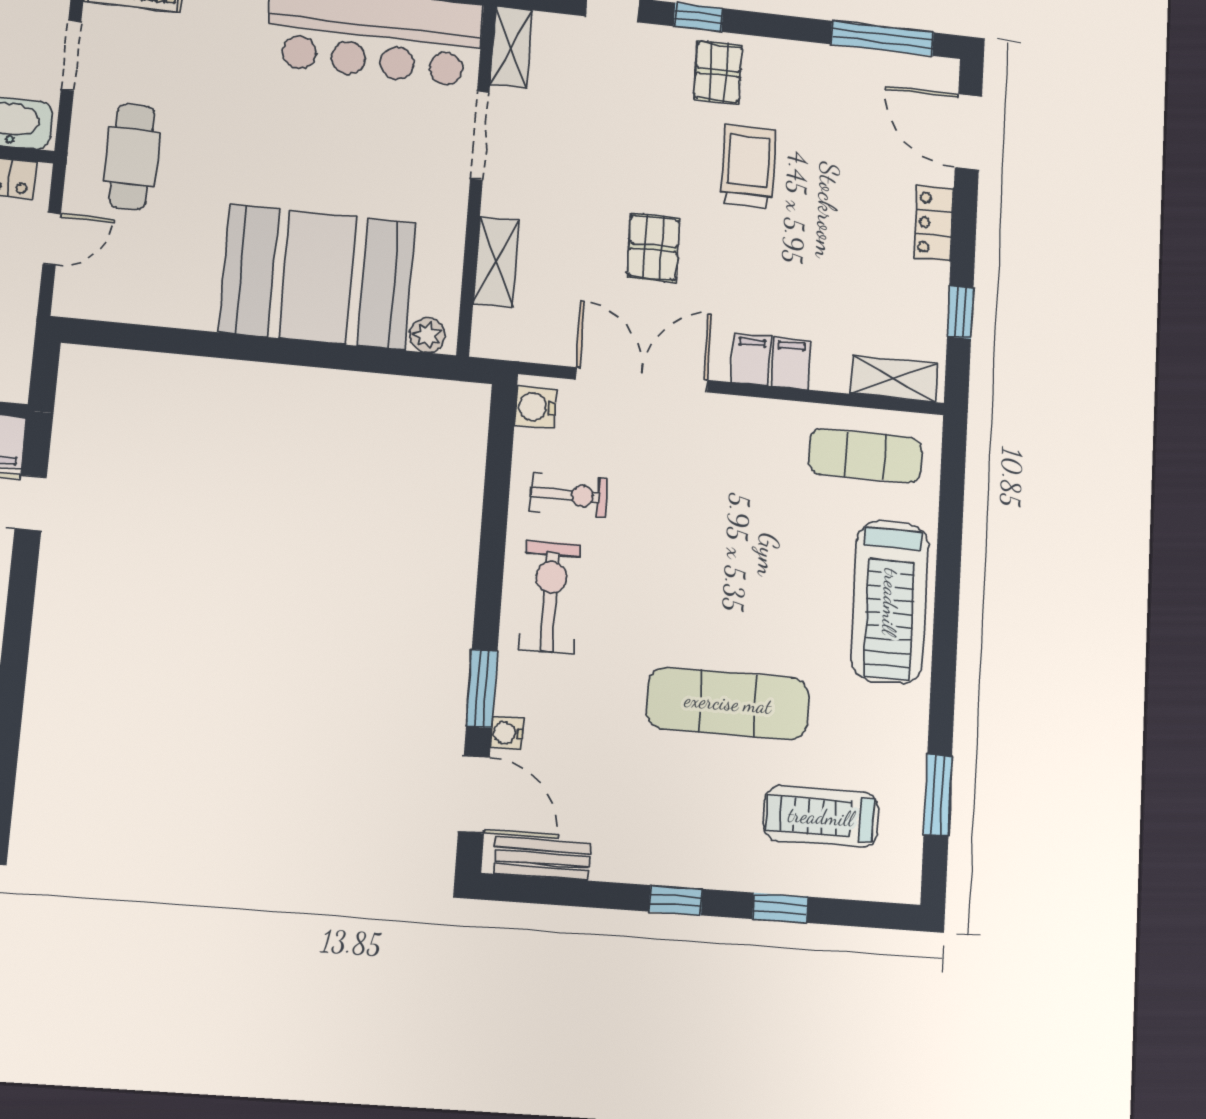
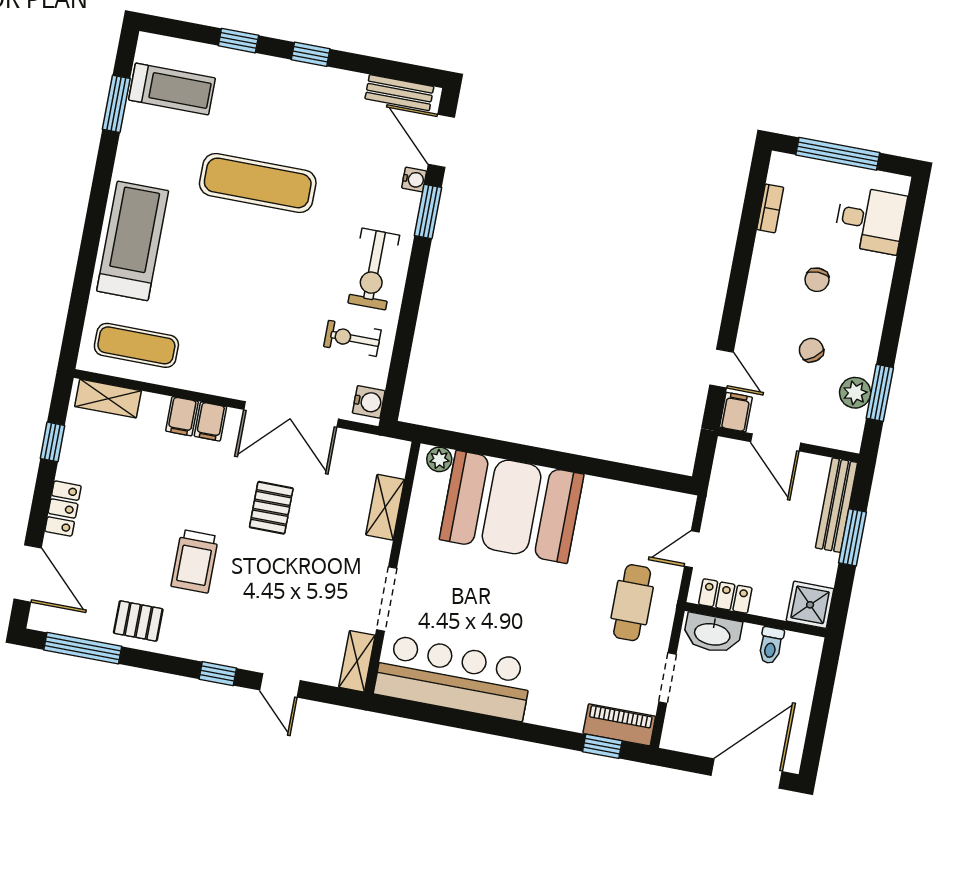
pallet: (718, 72) -> (138, 621), moved, turned 90
treadmill: (821, 817) -> (172, 89), moved

